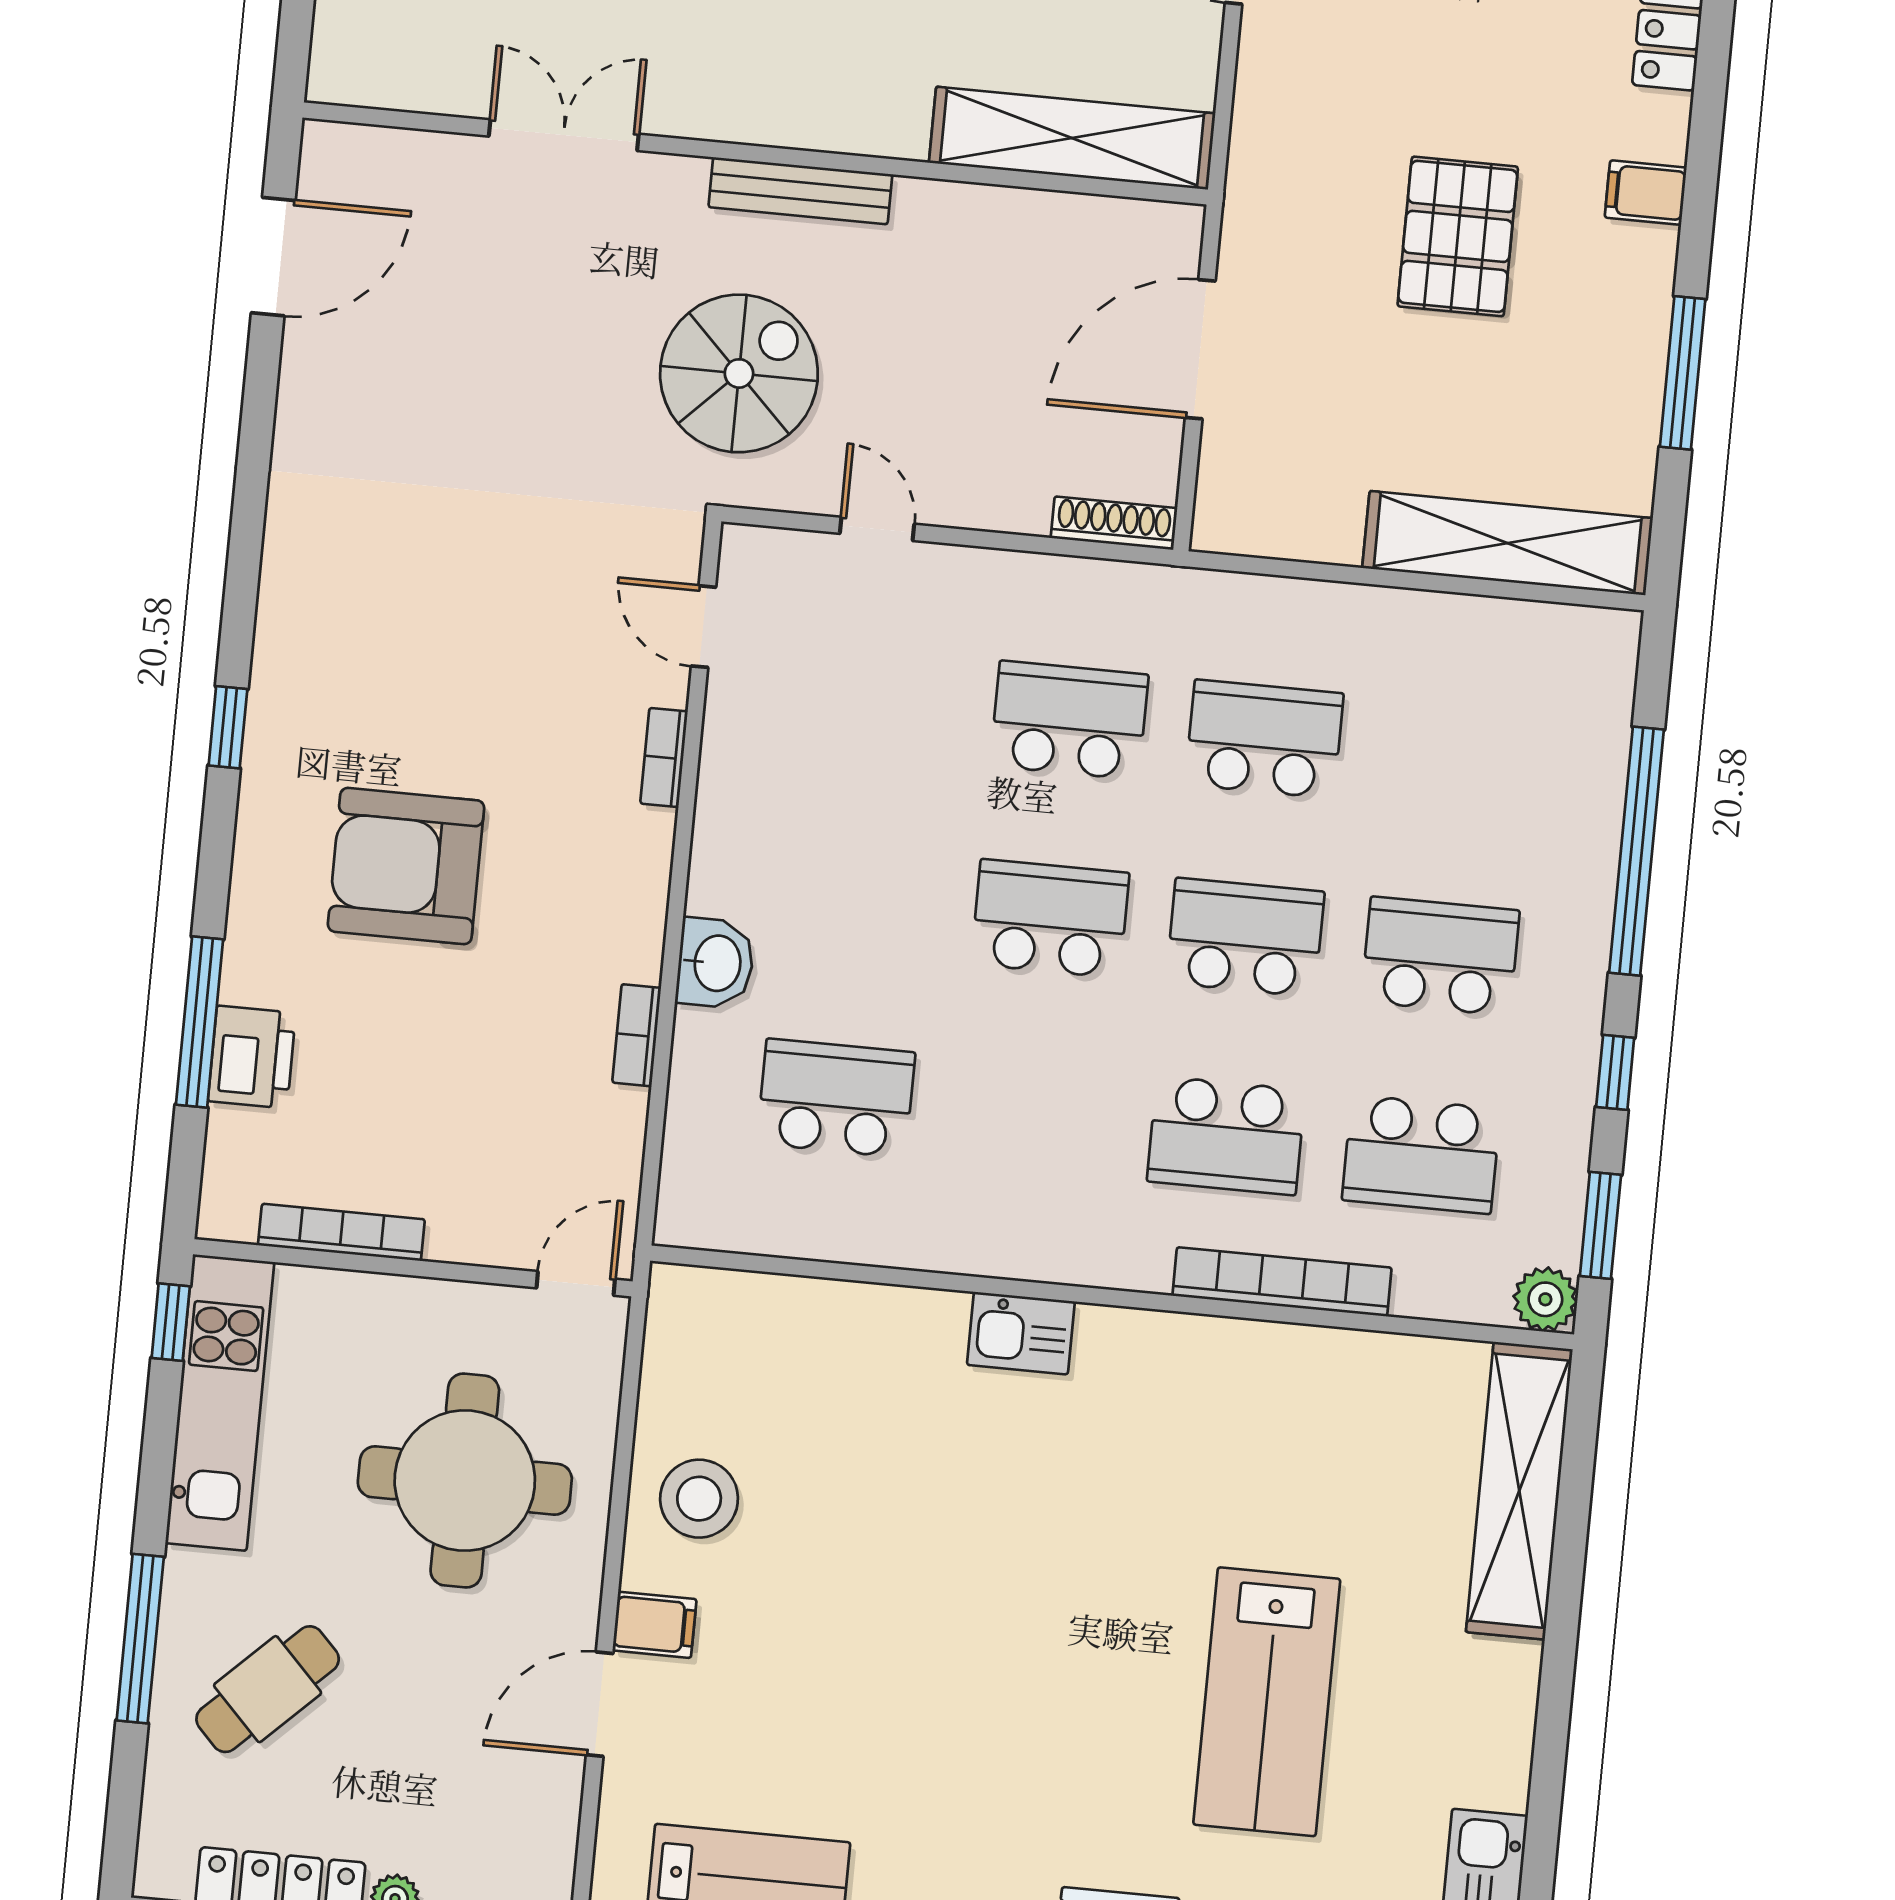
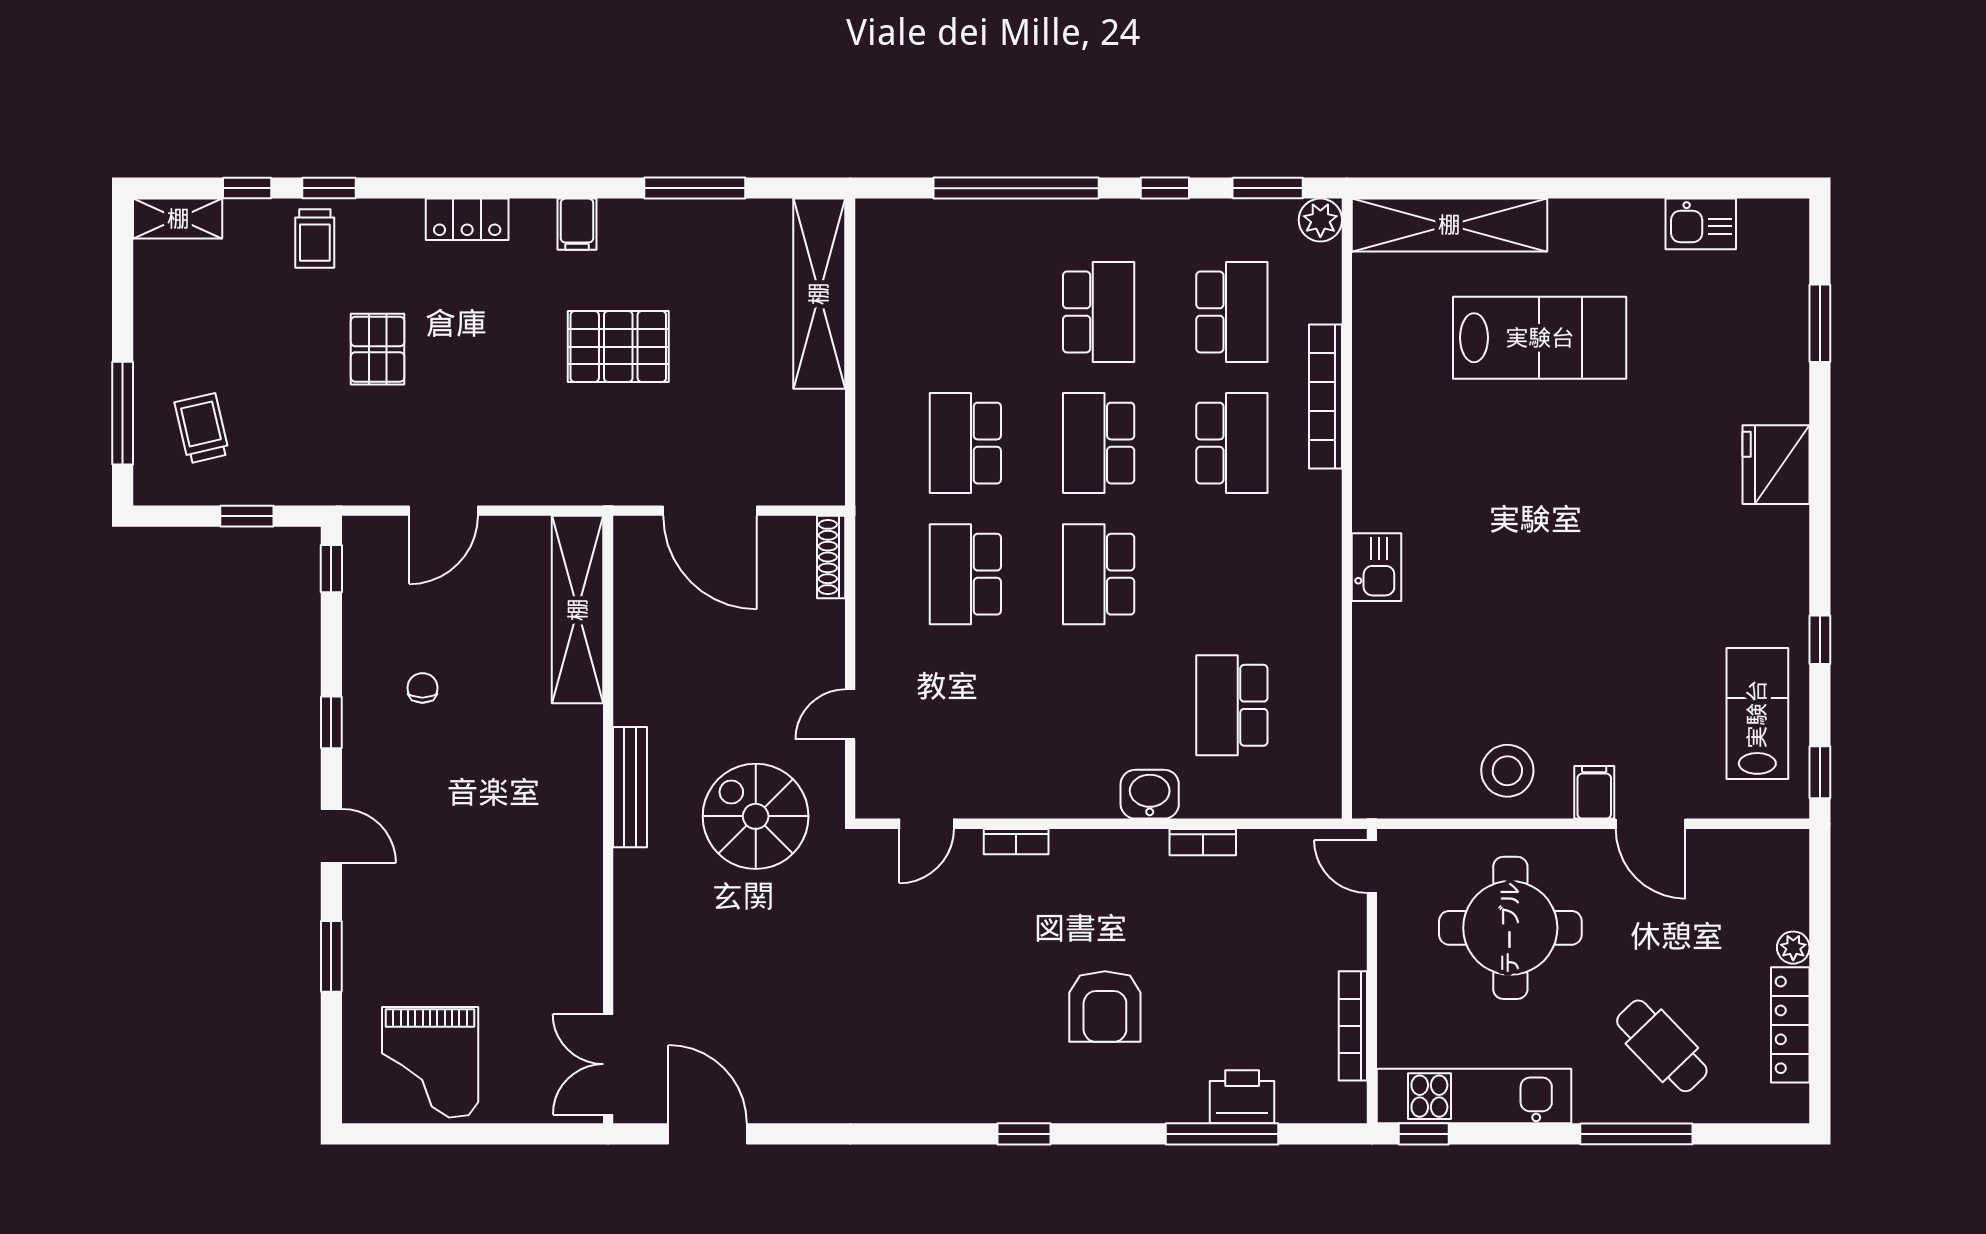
double door: (564, 135) -> (608, 1064), moved
armchair: (406, 866) -> (1105, 1006), width x0.73, depth x0.73
school desk: (1440, 956) -> (1099, 312), turned 180
lab bench: (1267, 1702) -> (1540, 338), moved

